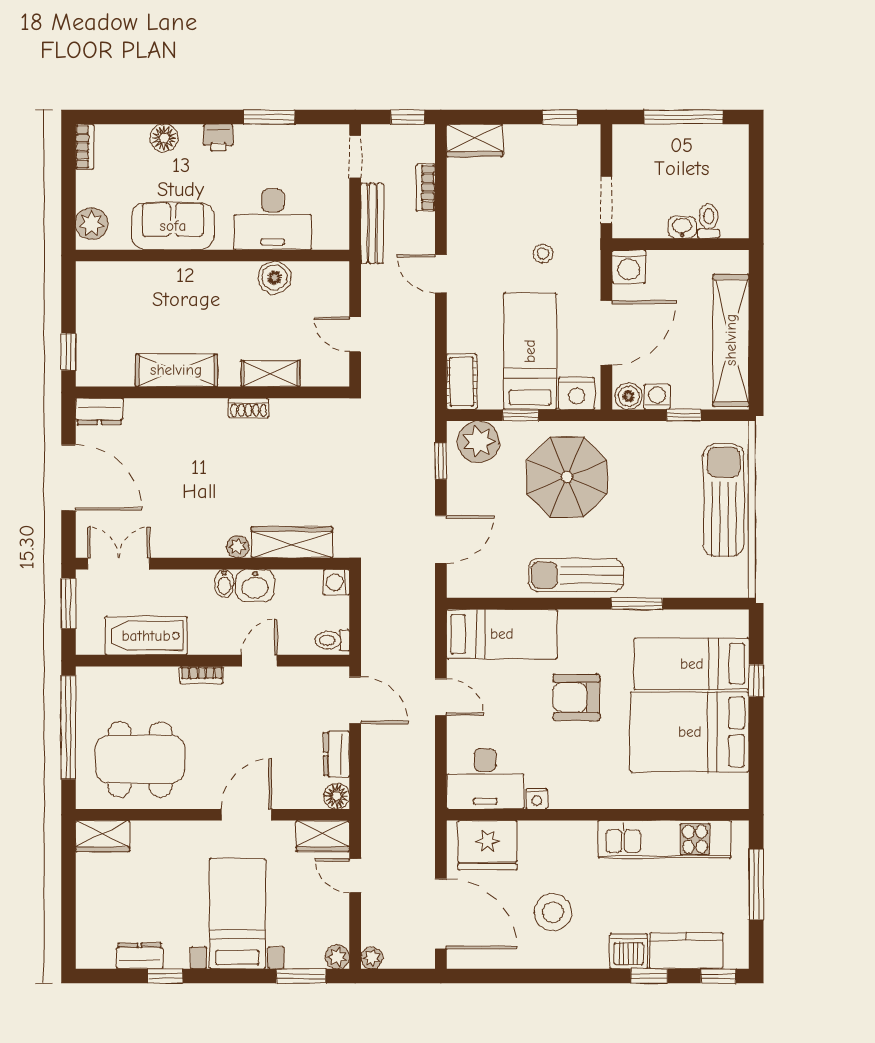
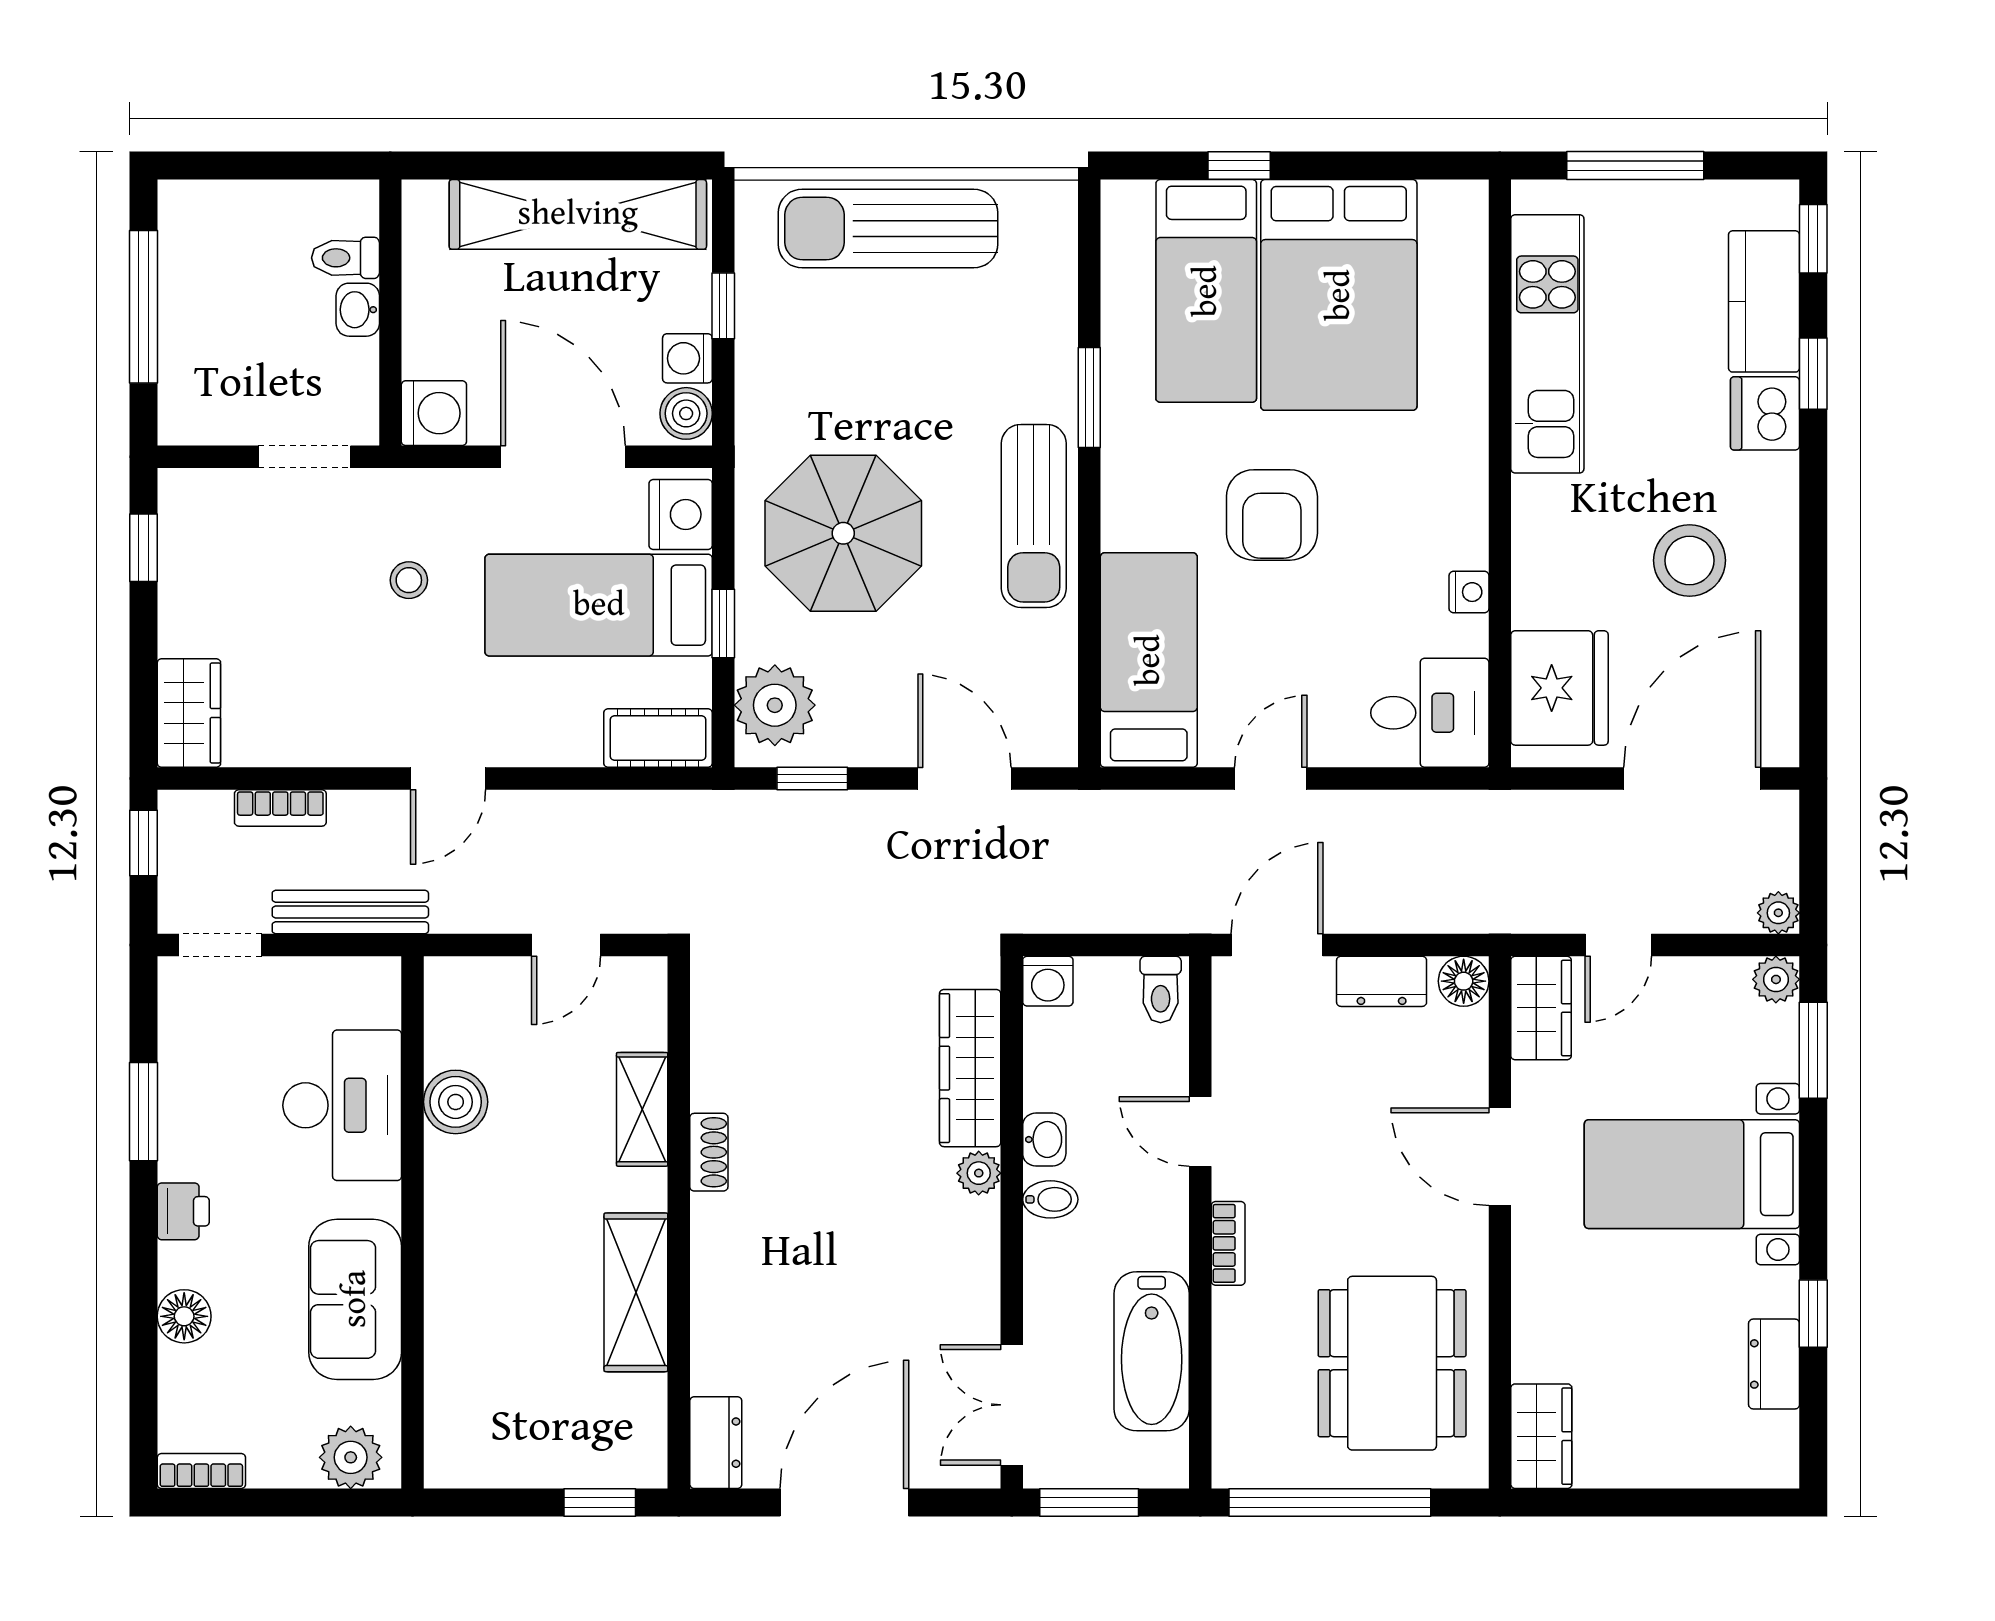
washbasin: (255, 585) -> (1044, 1139), width x0.72, depth x0.69
desk: (485, 779) -> (1430, 713), width x0.73

